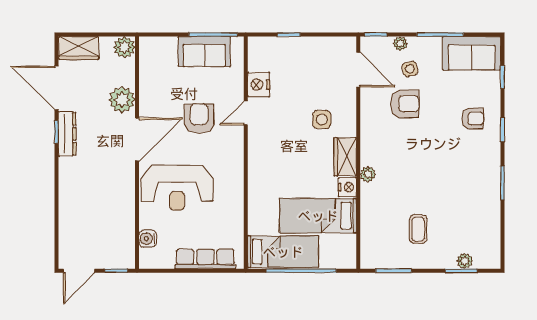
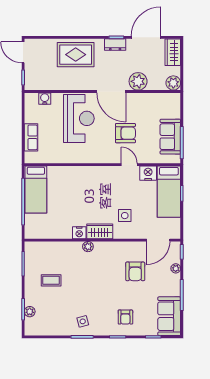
side table: (410, 69) -> (83, 321), moved
dresser: (67, 134) -> (115, 45), width x0.70
reception desk: (177, 188) -> (79, 118), turned 180
rug: (82, 193) -> (76, 55), added
bed: (318, 216) -> (169, 192), moved, turned 180
row of seats: (205, 259) -> (31, 137), width x0.68

